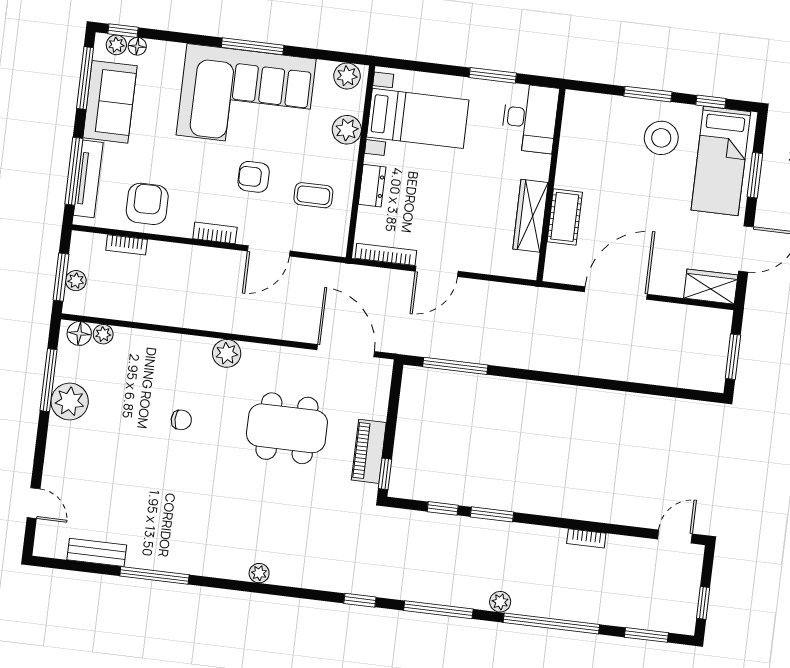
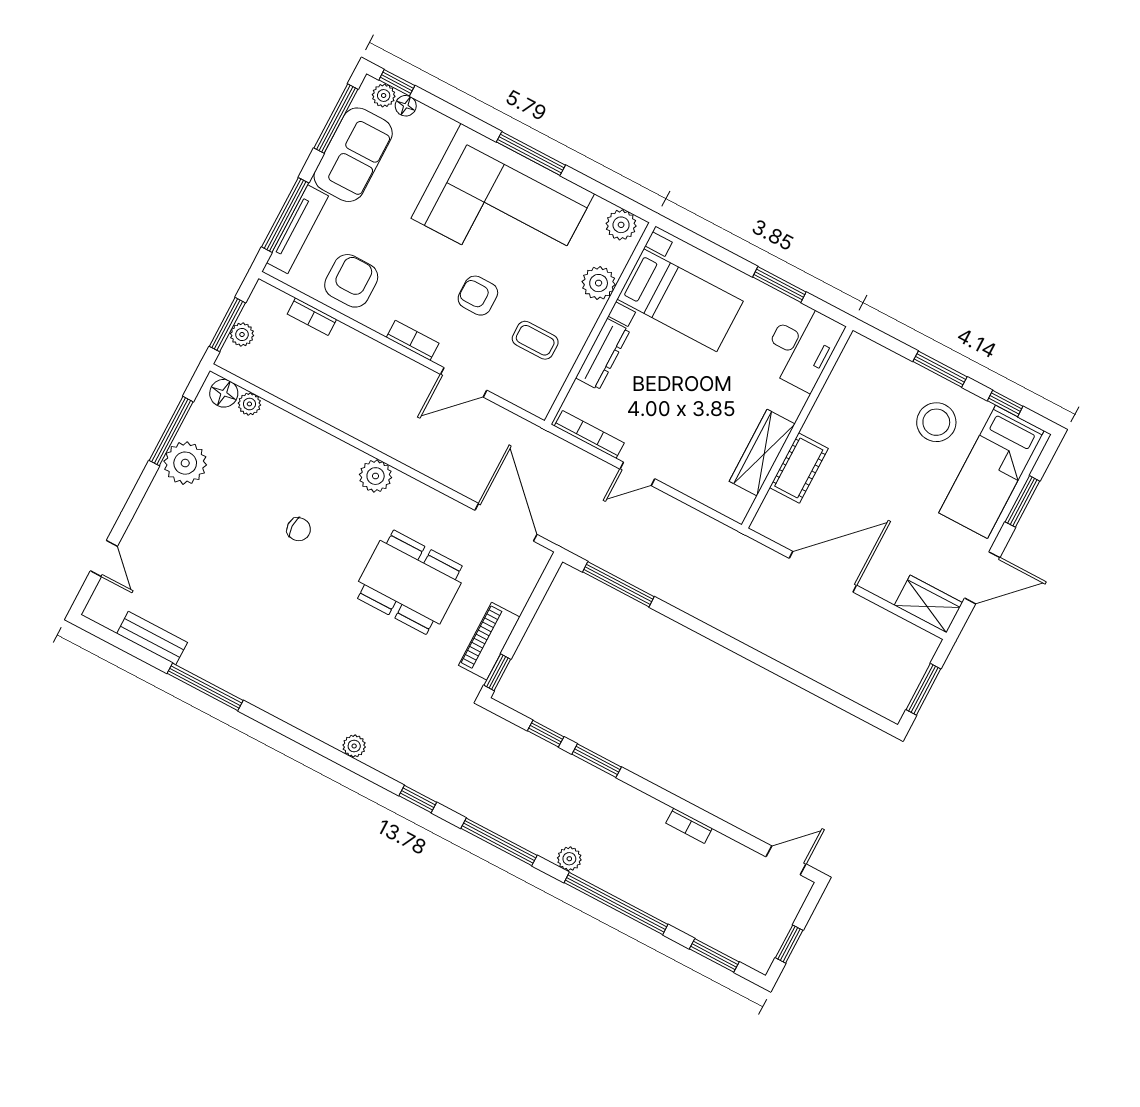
dresser: (372, 186) -> (603, 354), width x1.44
door: (437, 271) -> (637, 474), width x0.73
plant: (259, 573) -> (354, 746), moved

